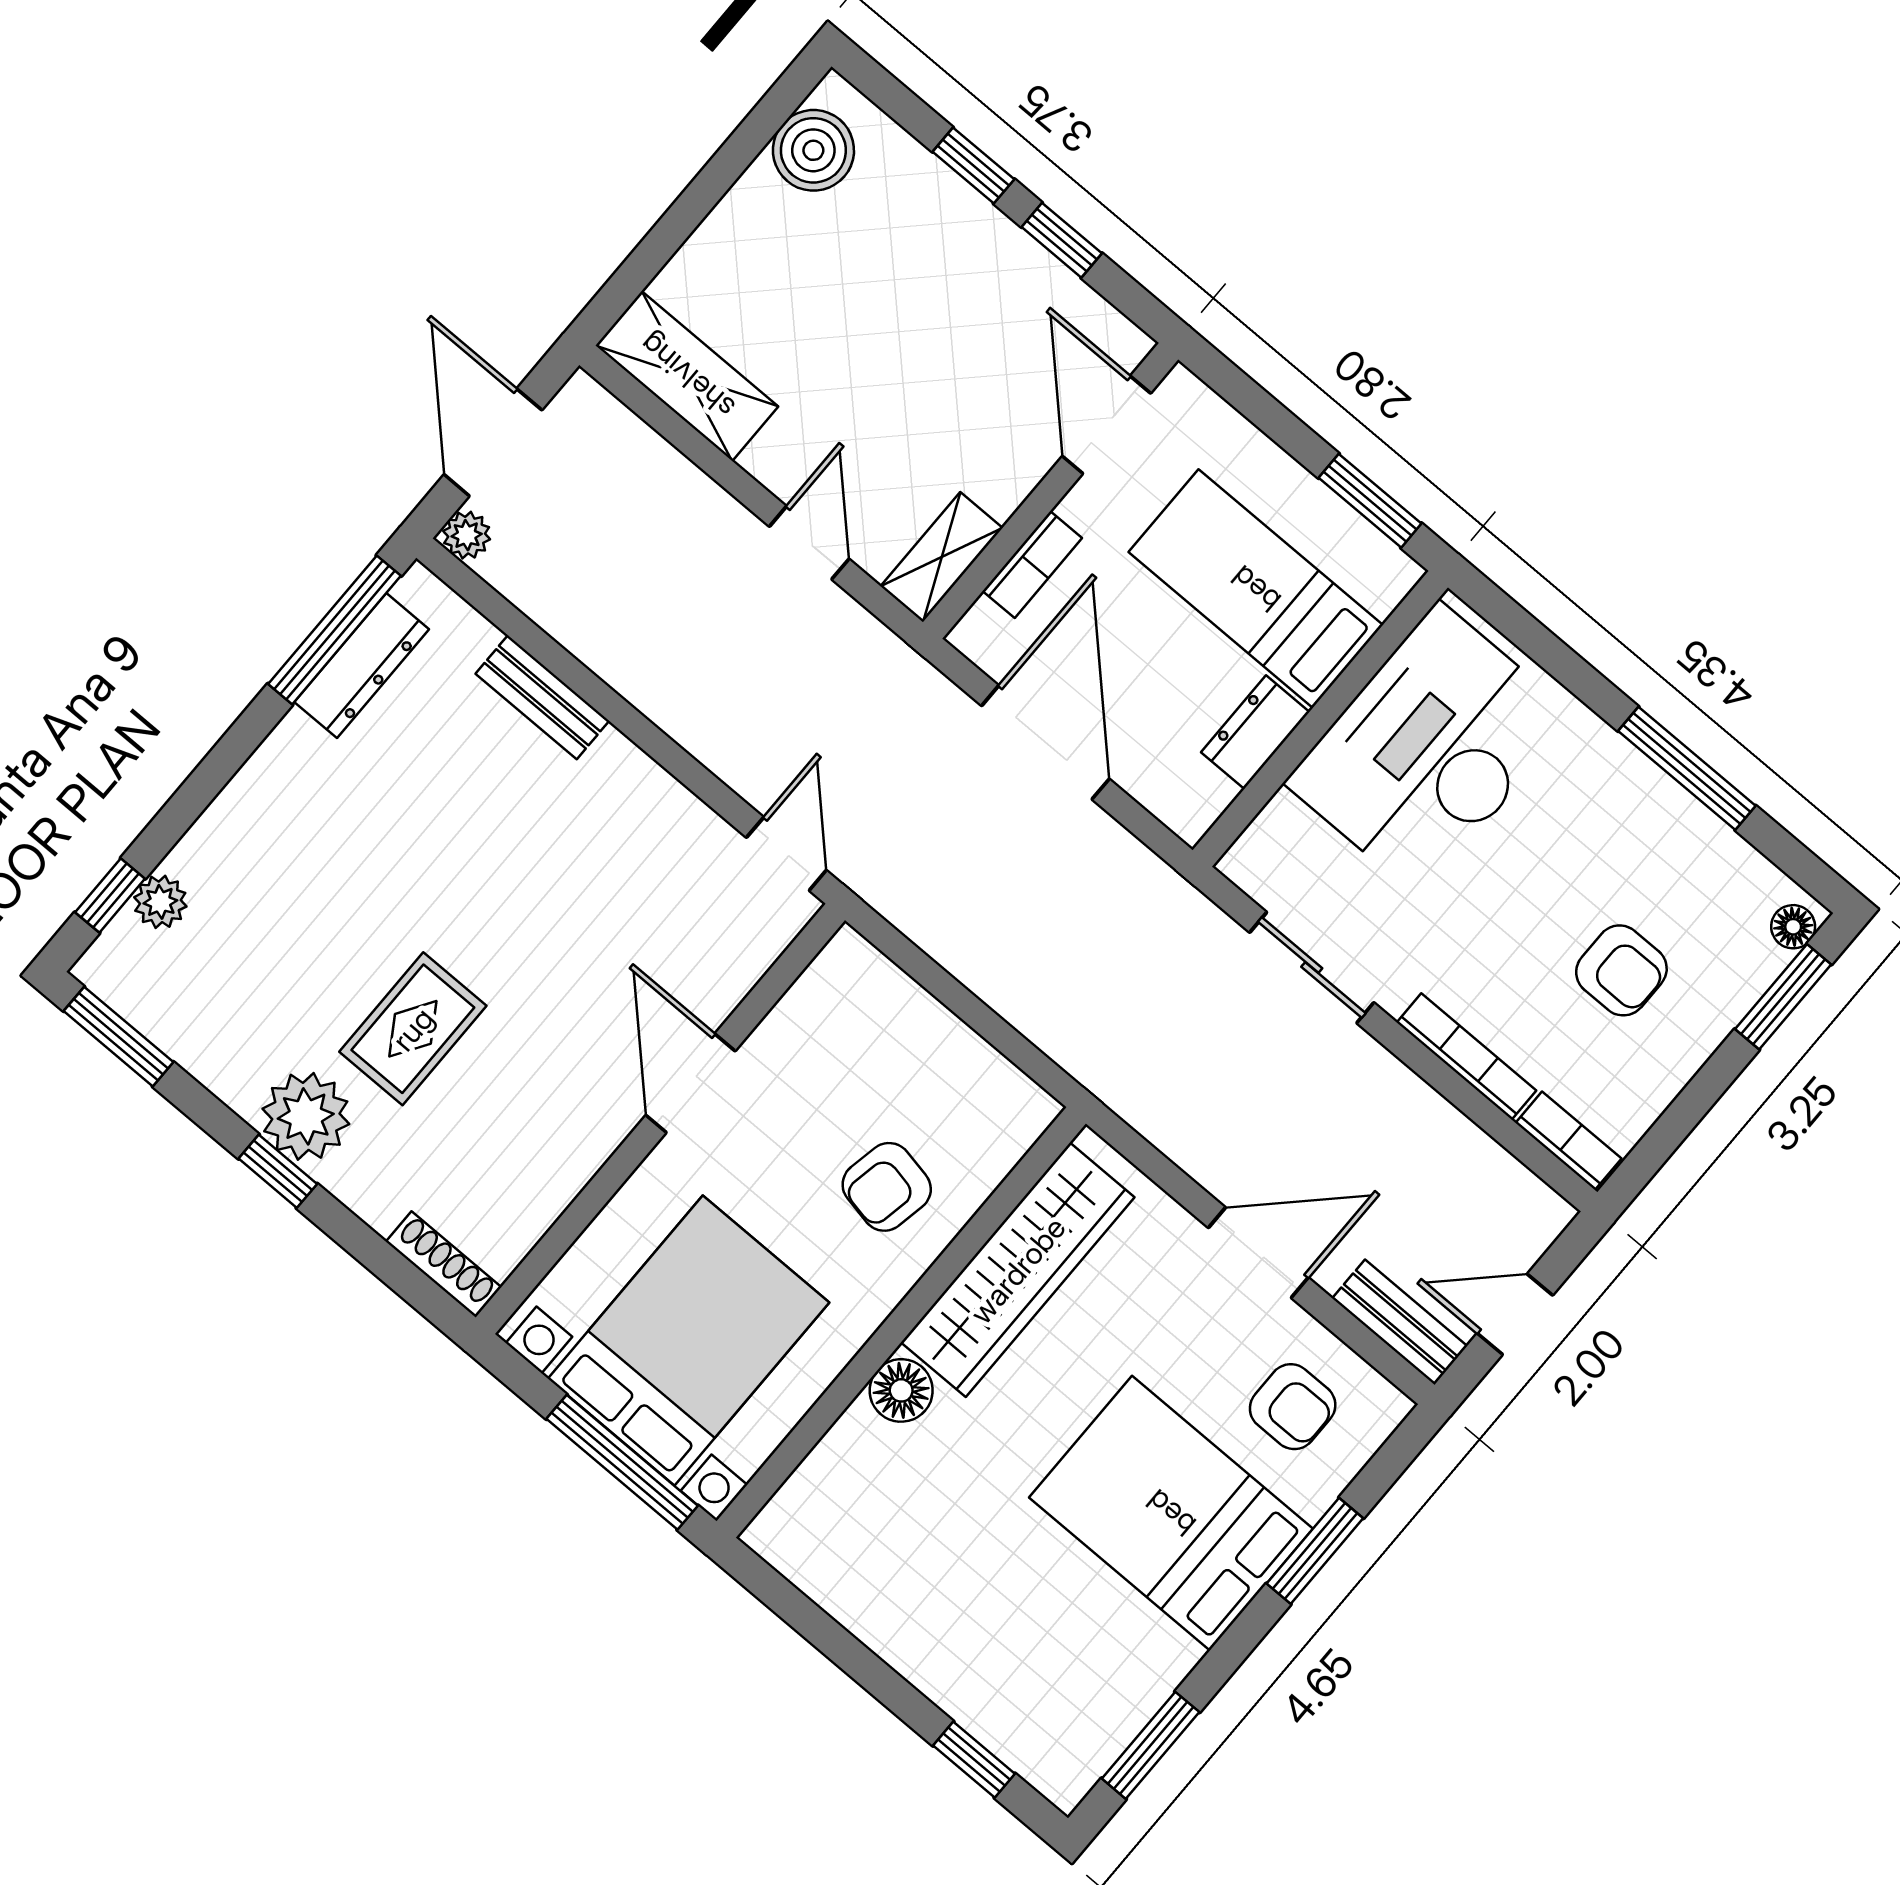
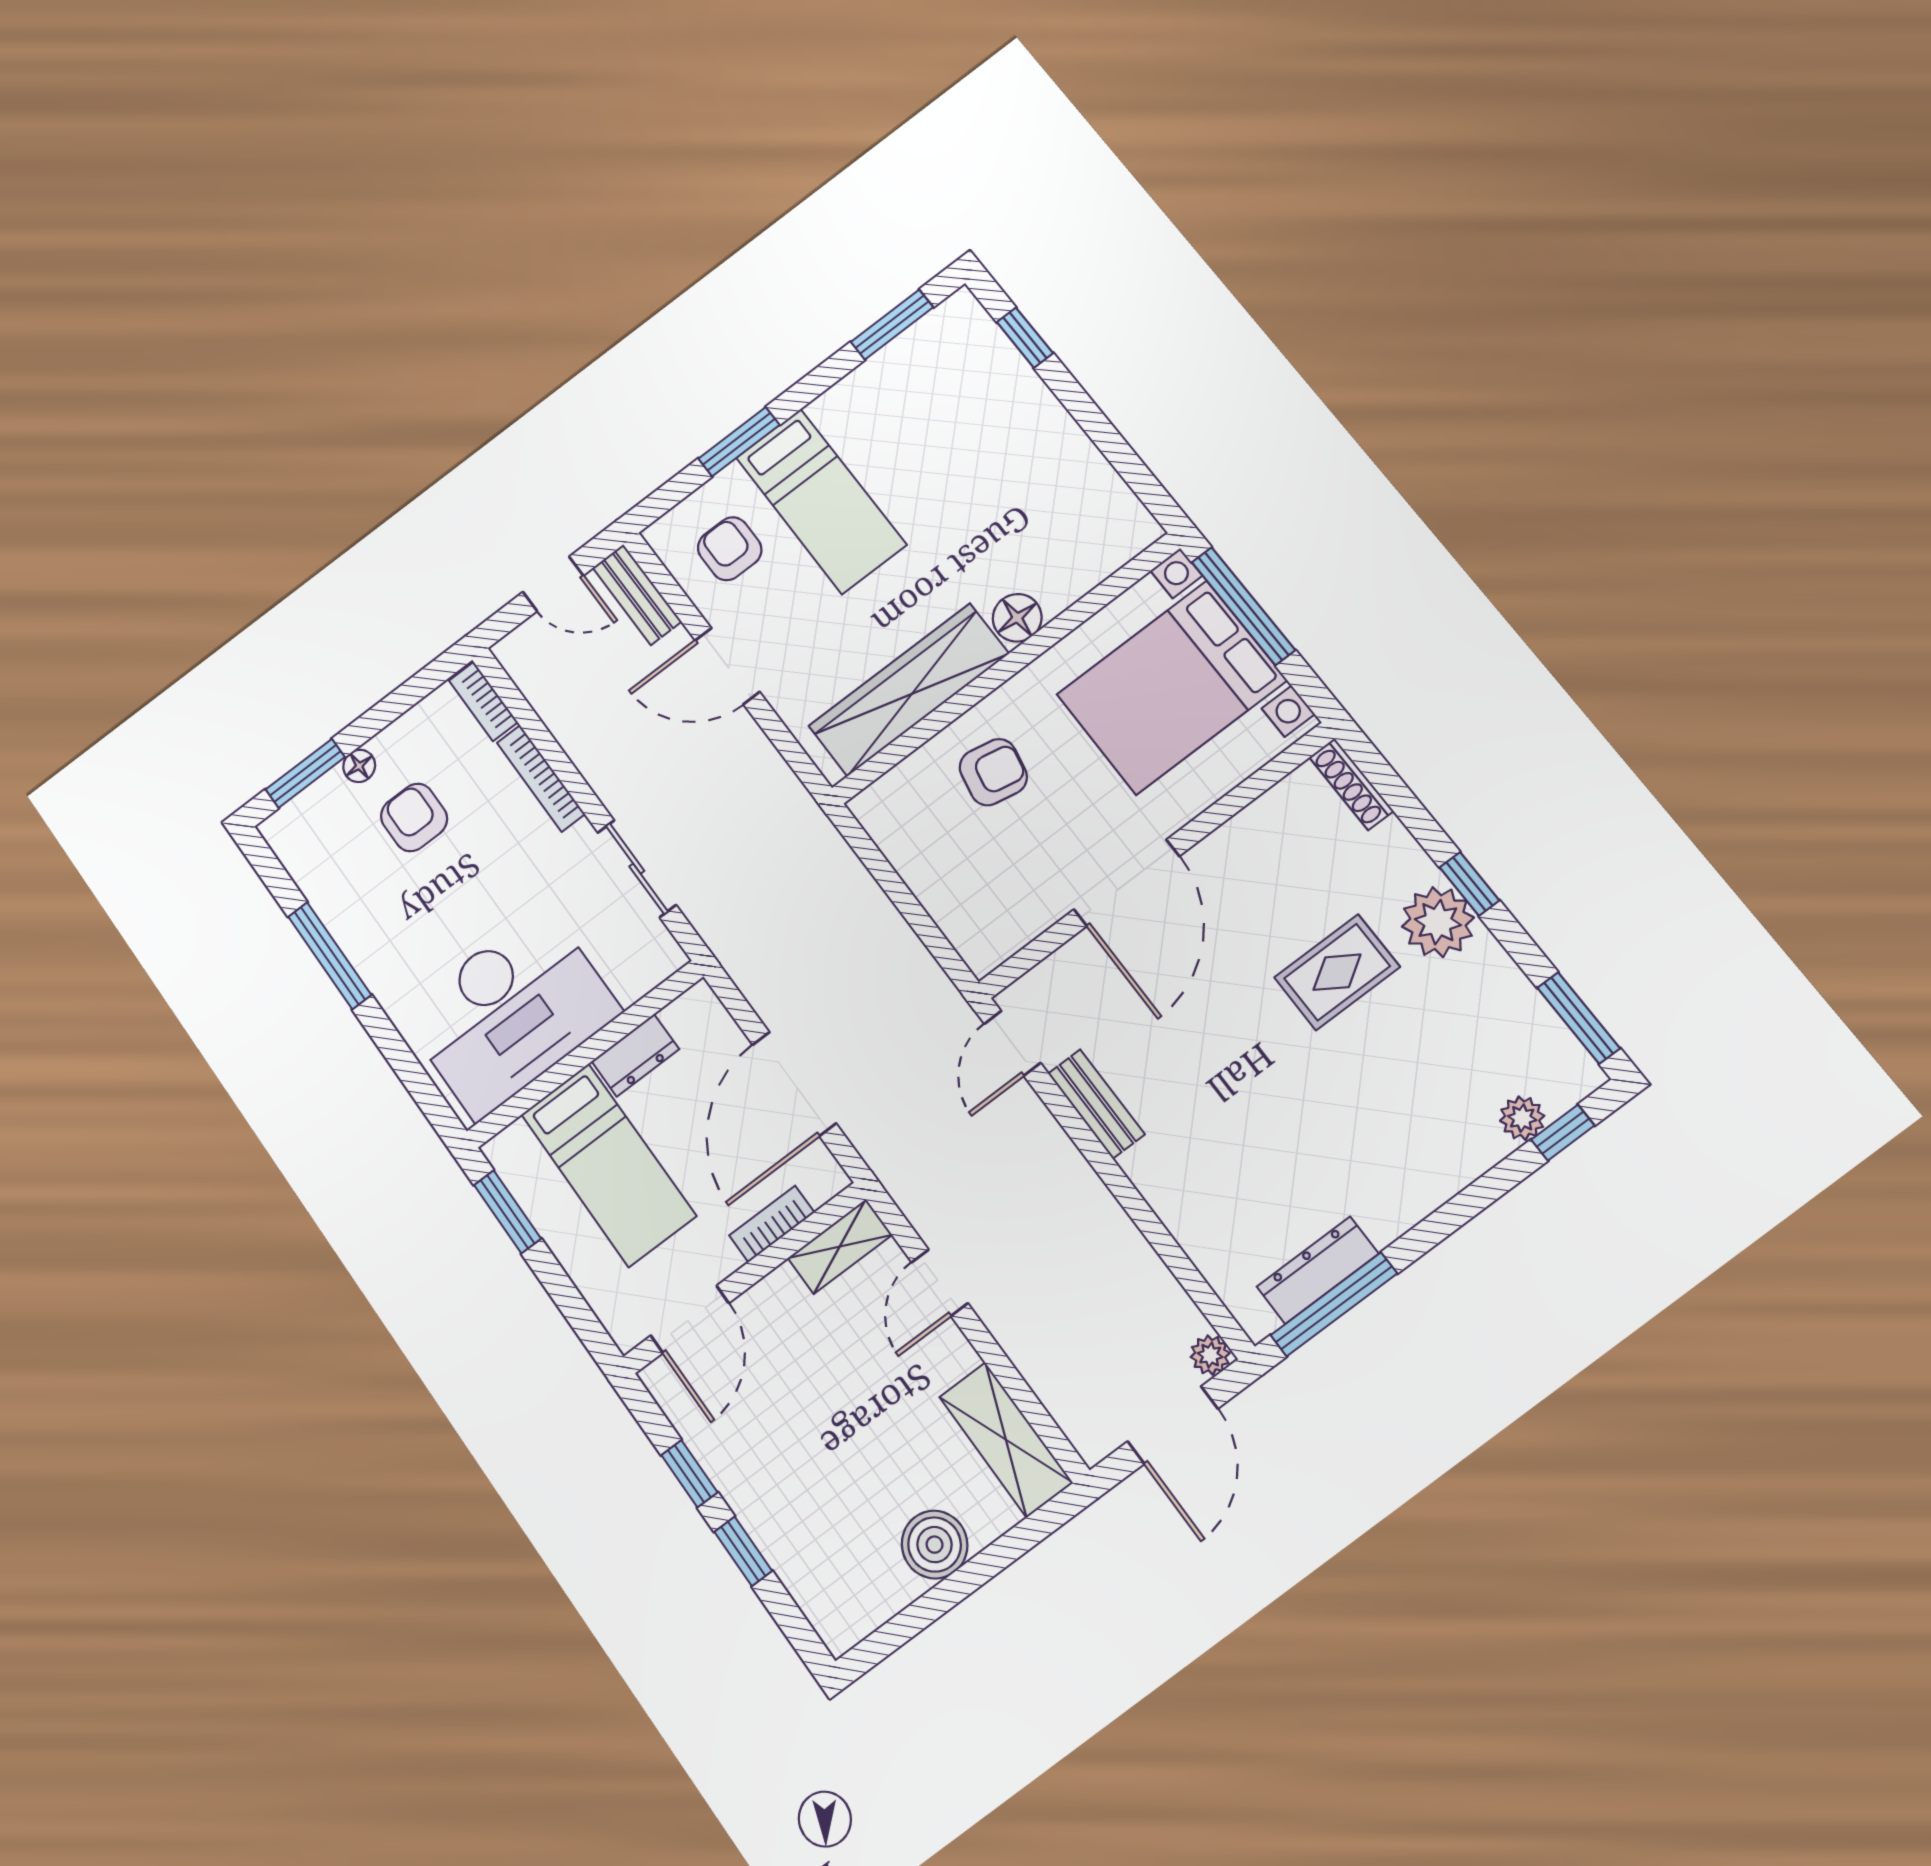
boiler: (813, 150) -> (935, 1545), moved
bench: (542, 697) -> (1096, 1104), moved
floor lamp: (1793, 927) -> (359, 766), moved
door: (690, 1083) -> (1127, 883), width x1.36
bed: (1171, 1513) -> (821, 501), width x0.67

